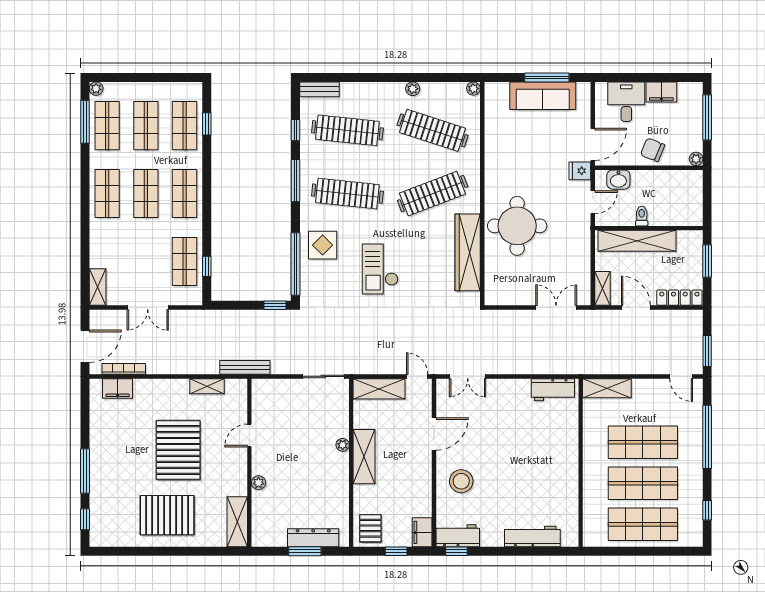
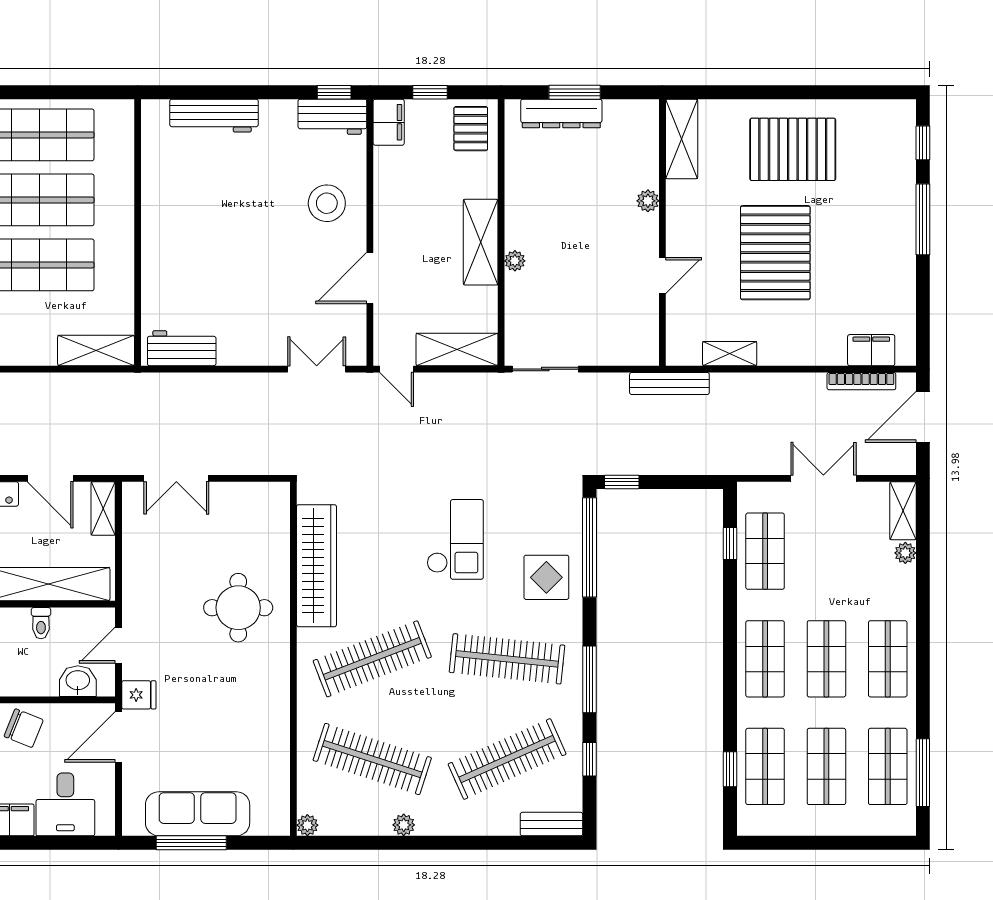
plant: (96, 89) -> (905, 553), moved
clothes rail: (347, 130) -> (507, 759), turned -30
round table: (517, 226) -> (238, 608), width x0.73, depth x0.73

